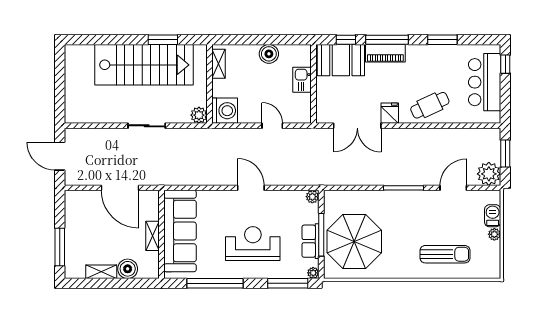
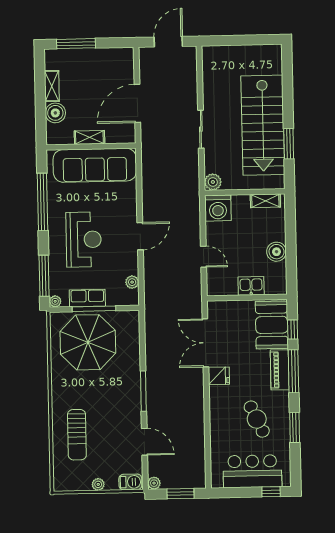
cafe table: (430, 105) -> (257, 419), moved
door: (272, 126) -> (204, 257), hinge flipped
plant: (489, 174) -> (154, 483), width x0.53, depth x0.53
plant: (312, 197) -> (132, 282), moved
barbecue: (493, 216) -> (130, 482), moved

